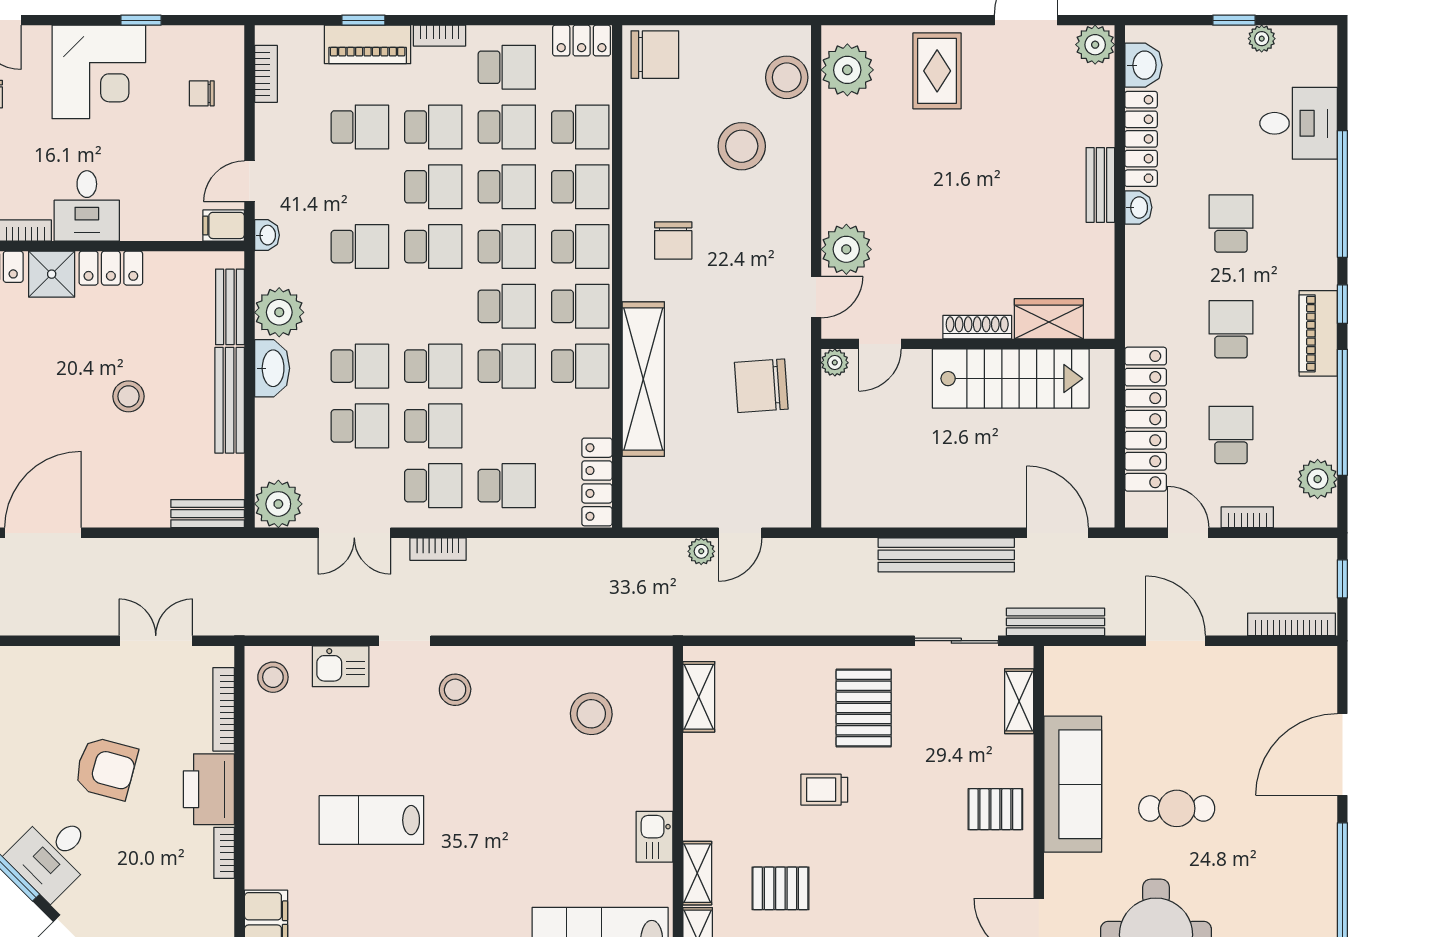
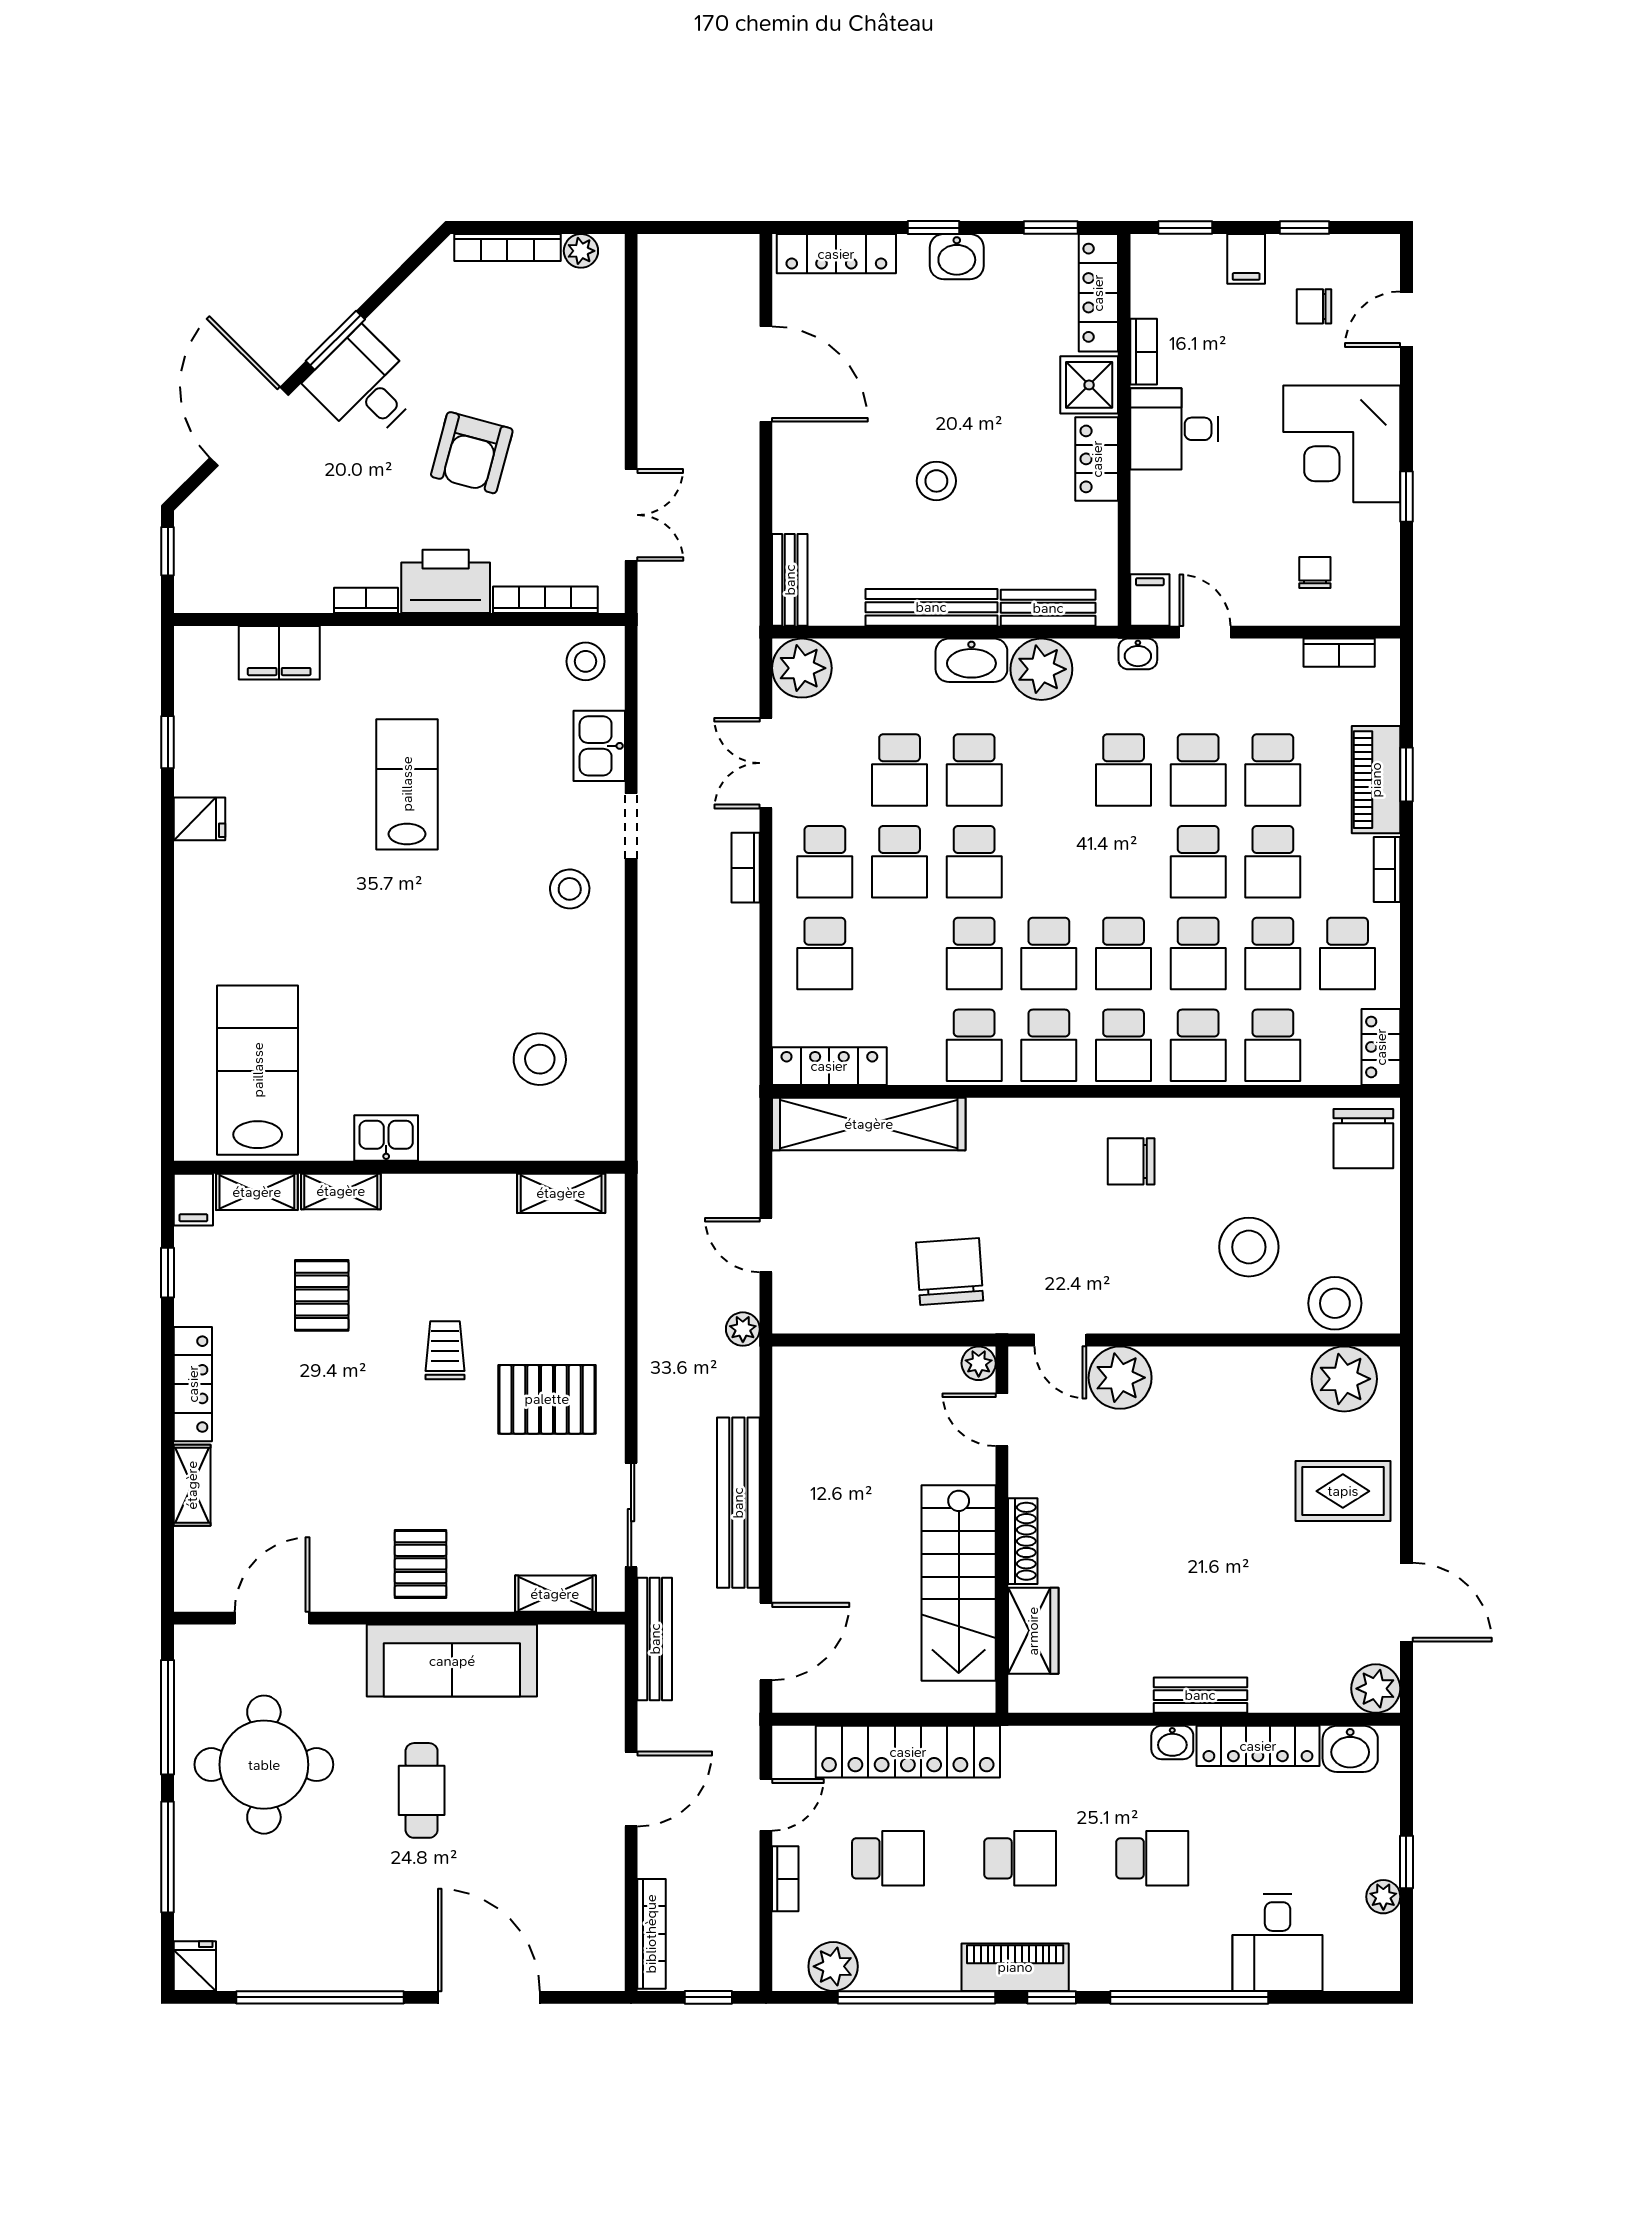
school desk: (433, 247) -> (1198, 770), moved
shelving: (643, 379) -> (869, 1124), moved
plant: (701, 551) -> (743, 1329), moved

